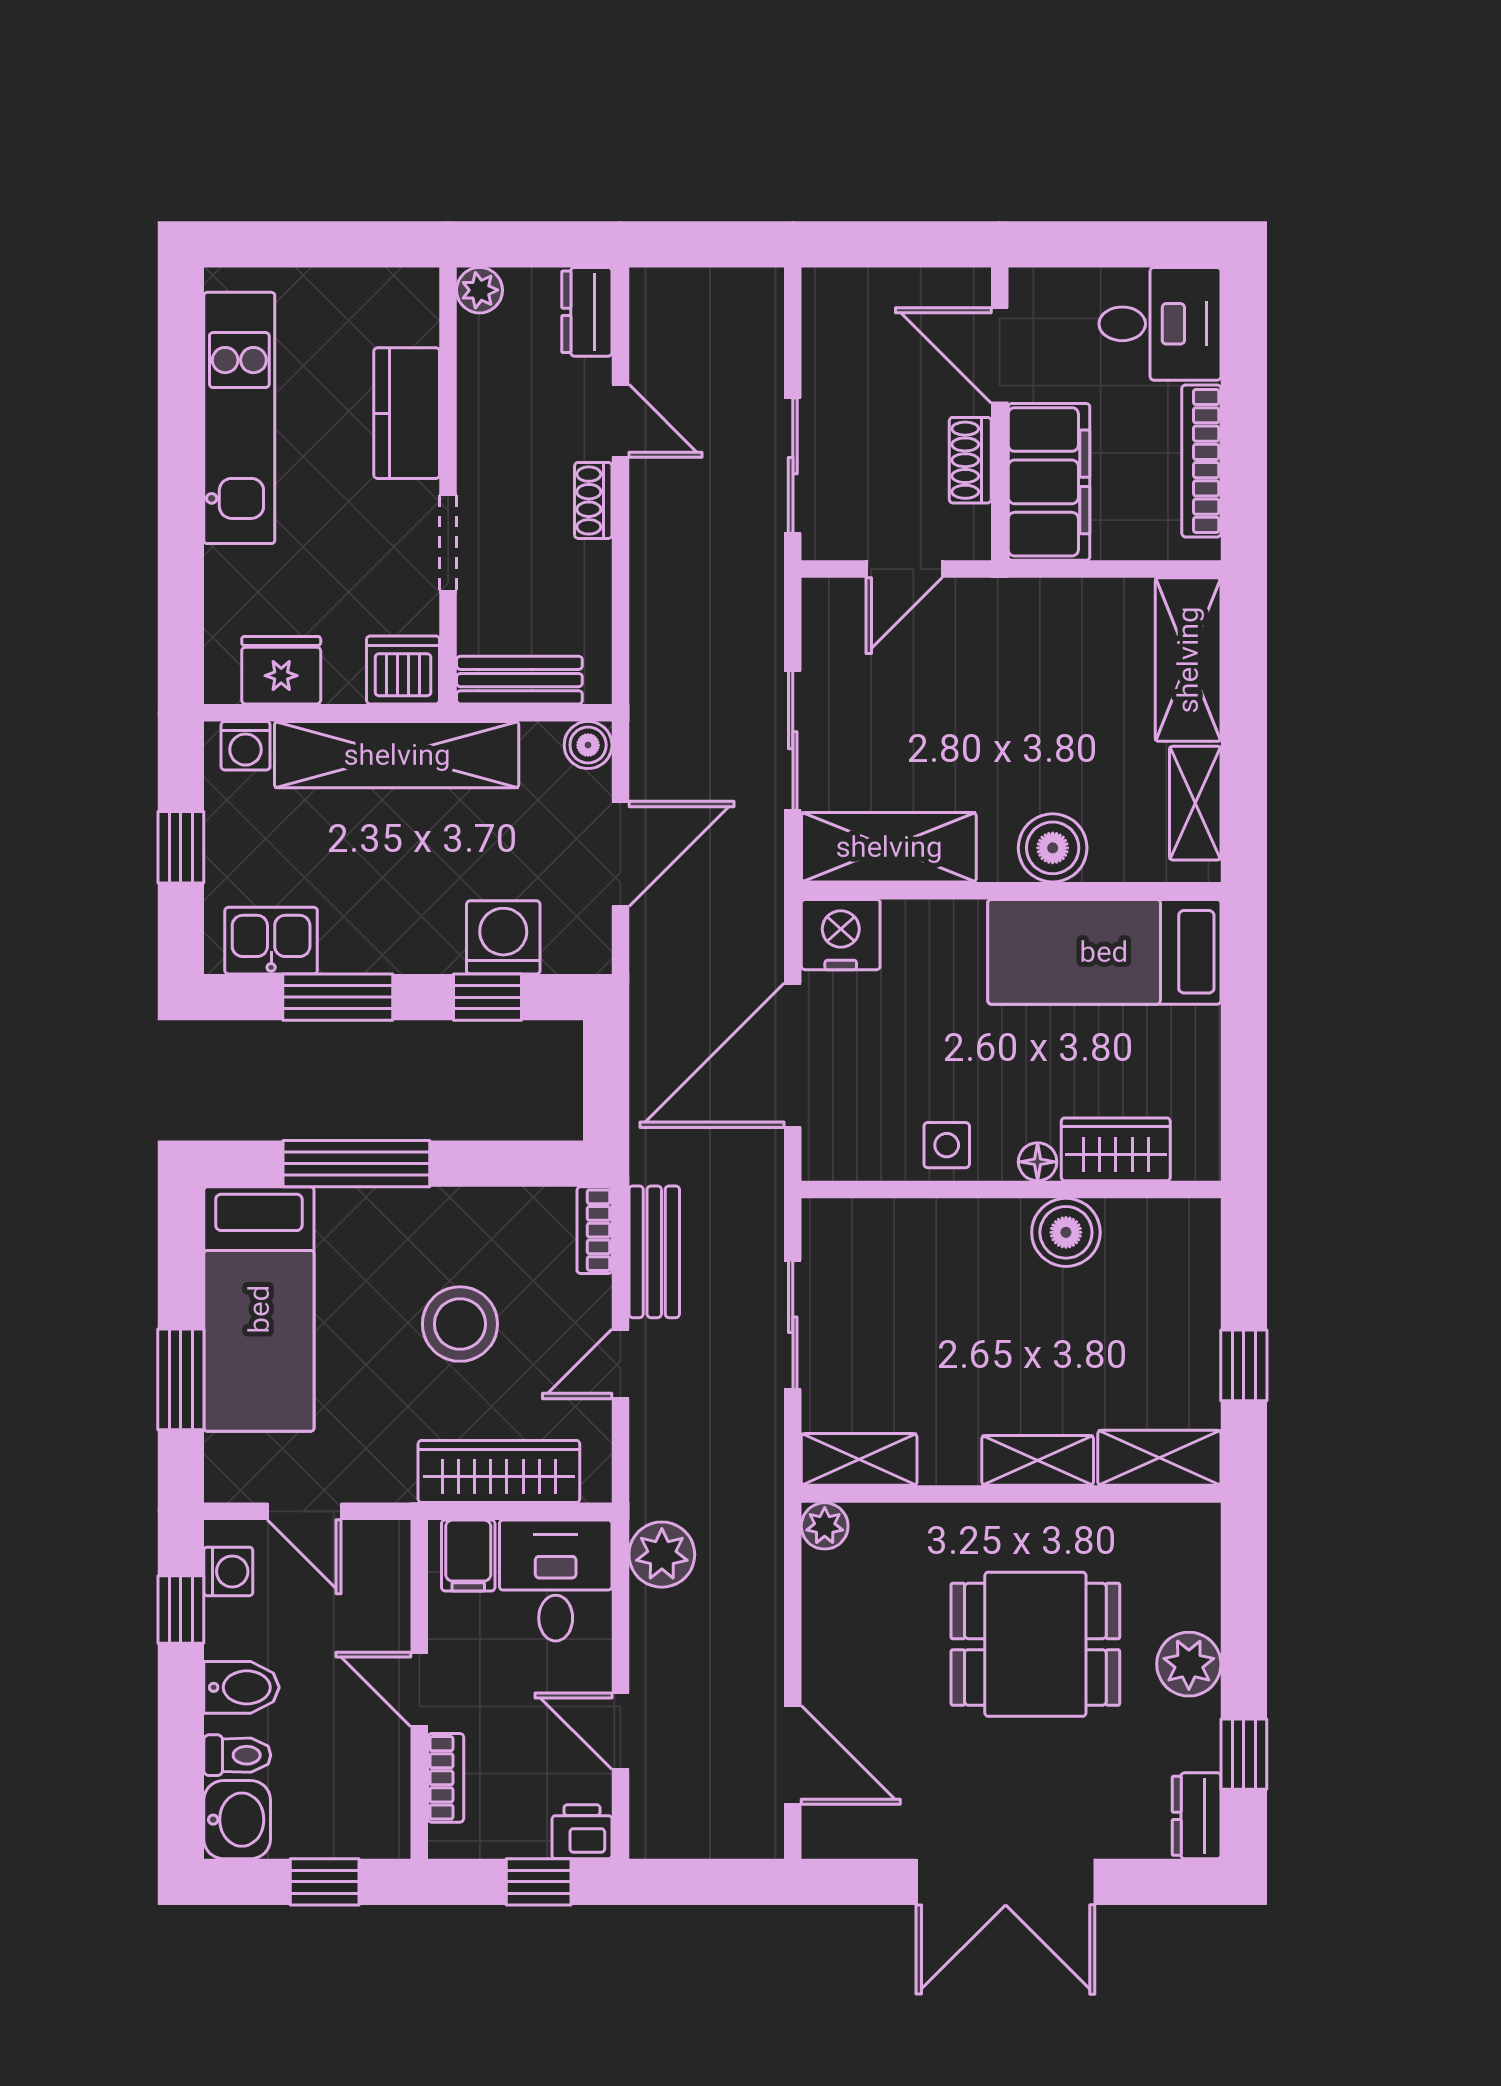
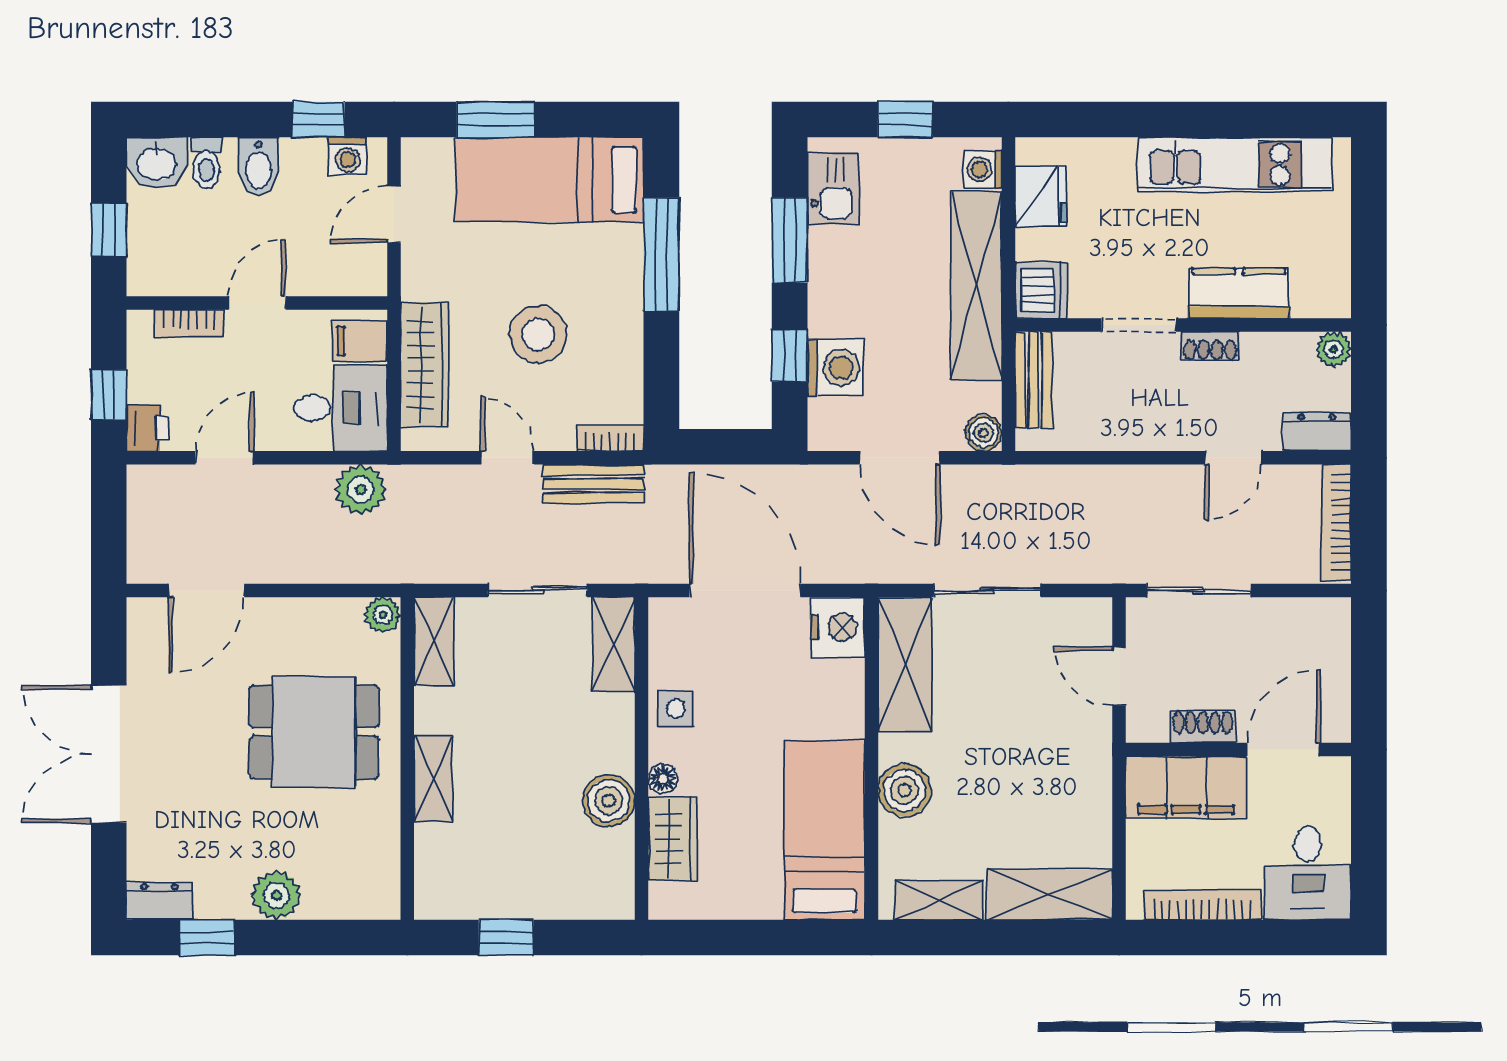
bookcase: (704, 287) -> (1336, 522), added
shoe rack: (593, 500) -> (1210, 346), moved, turned 180
shelving: (1159, 1458) -> (614, 644), moved
dining table: (1035, 1644) -> (314, 732), moved, turned 90

